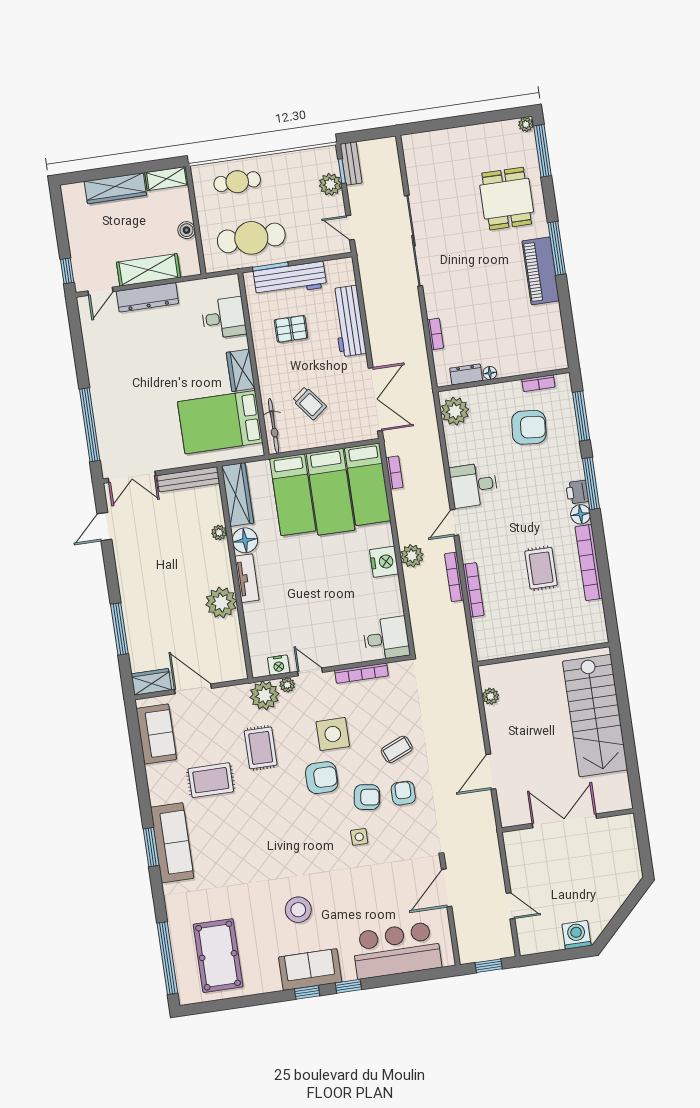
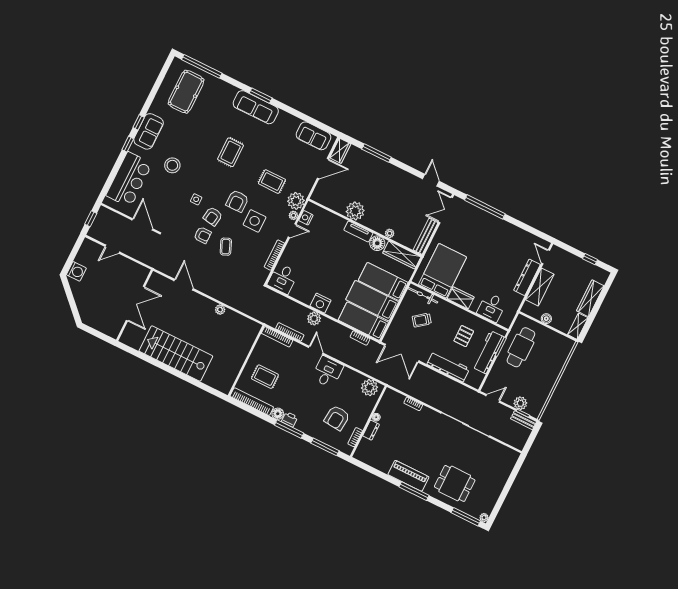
cafe table: (237, 182) -> (553, 359), removed
window: (67, 271) -> (590, 259), moved
dresser: (466, 374) -> (371, 430), moved
wall: (543, 654) -> (246, 361), moved
rug: (211, 780) -> (231, 152), moved
stool: (298, 910) -> (172, 165), moved
pool table: (218, 956) -> (186, 92), turned 90

